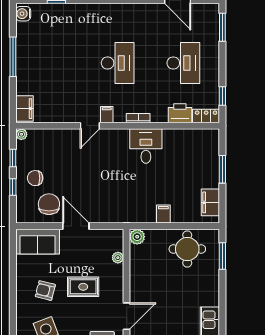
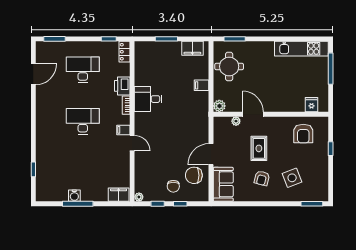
water cooler: (23, 14) -> (74, 196), moved
printer: (180, 113) -> (122, 86), moved
door: (127, 316) -> (253, 114), moved

